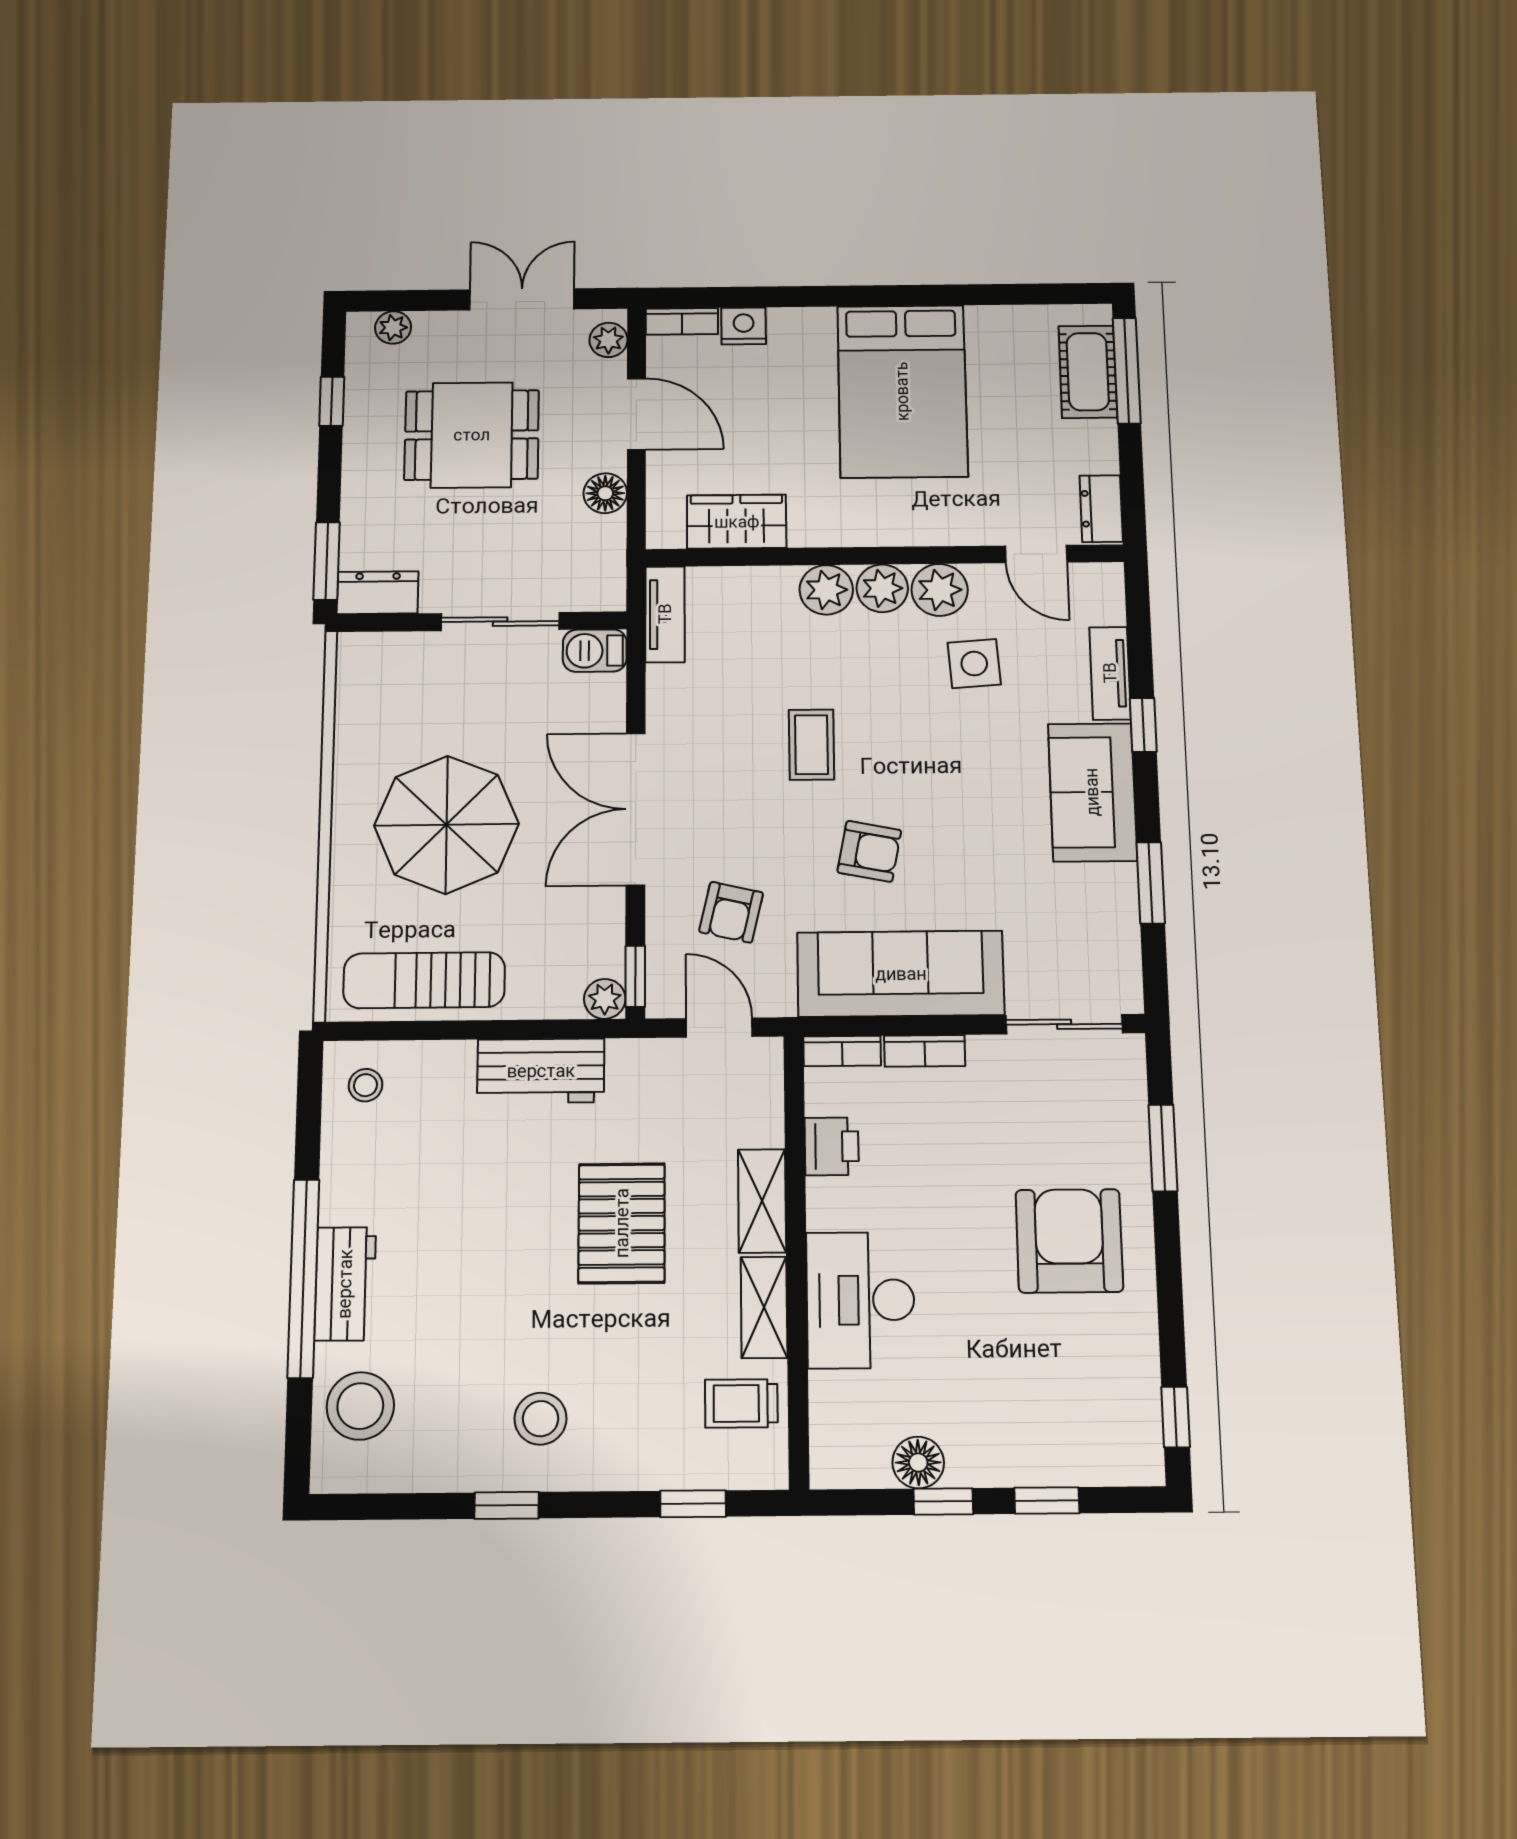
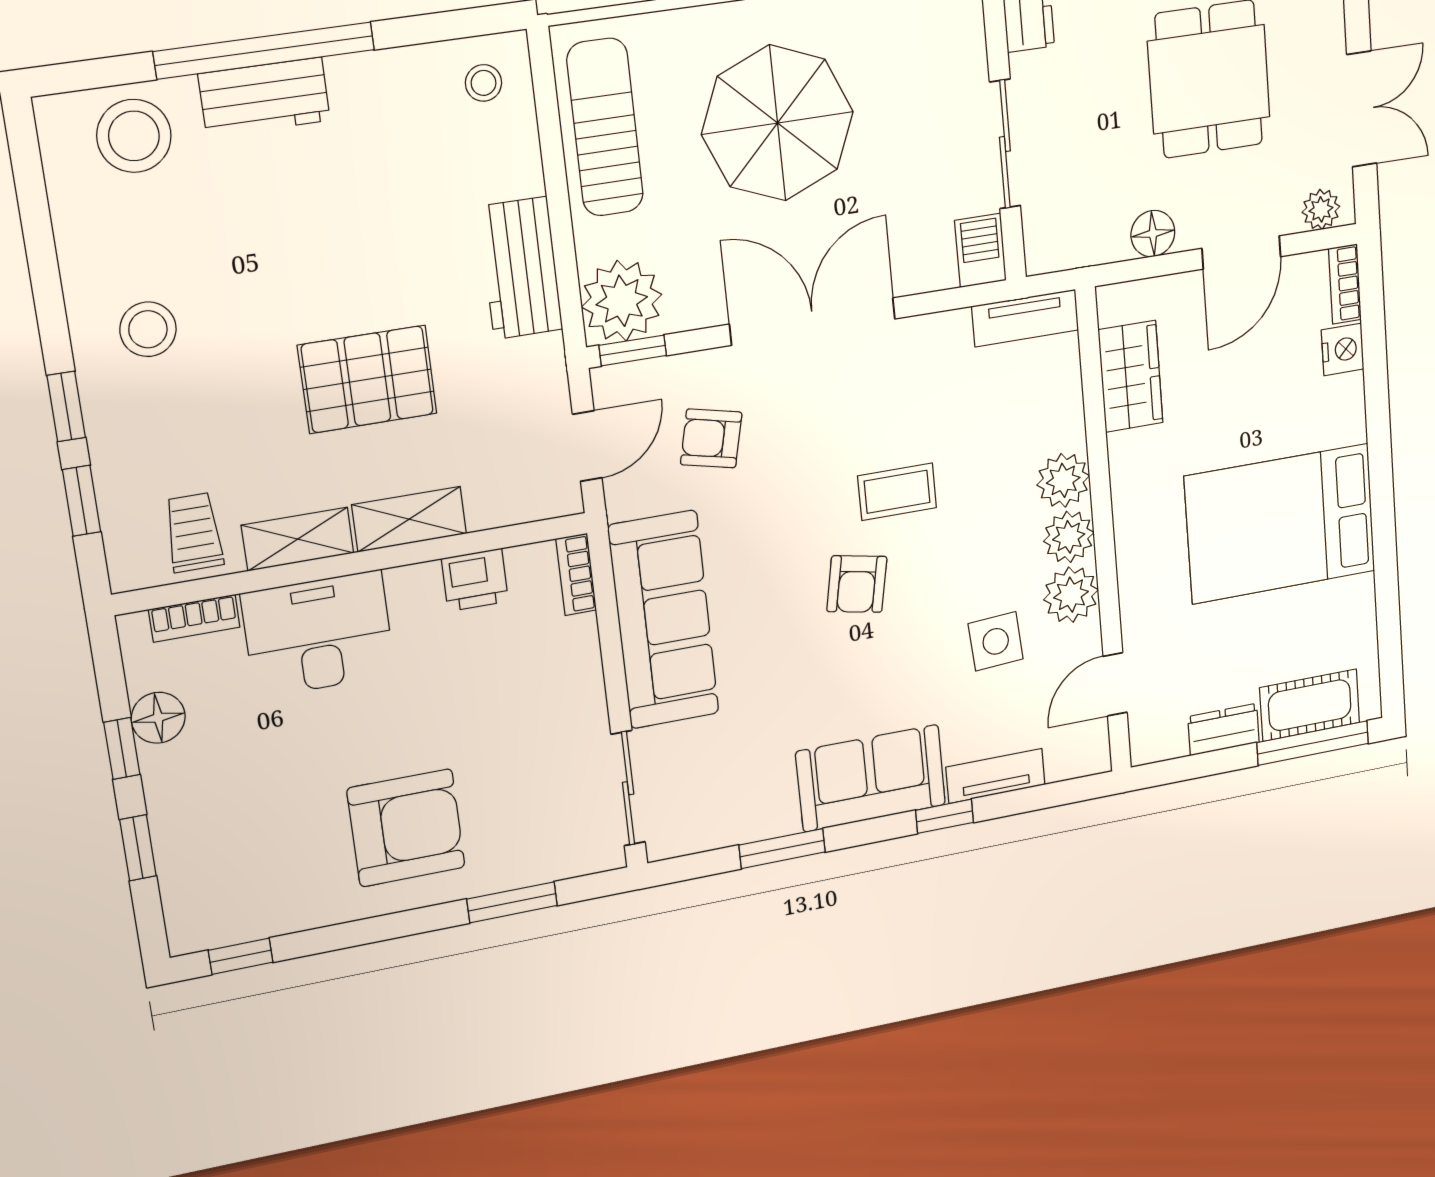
dresser: (1101, 509) -> (1224, 729), moved
armchair: (869, 851) -> (857, 584), moved
plant: (605, 999) -> (622, 301), width x1.88, depth x1.88
bookcase: (925, 1051) -> (194, 618), moved, turned -90
window: (506, 1505) -> (66, 406), moved

